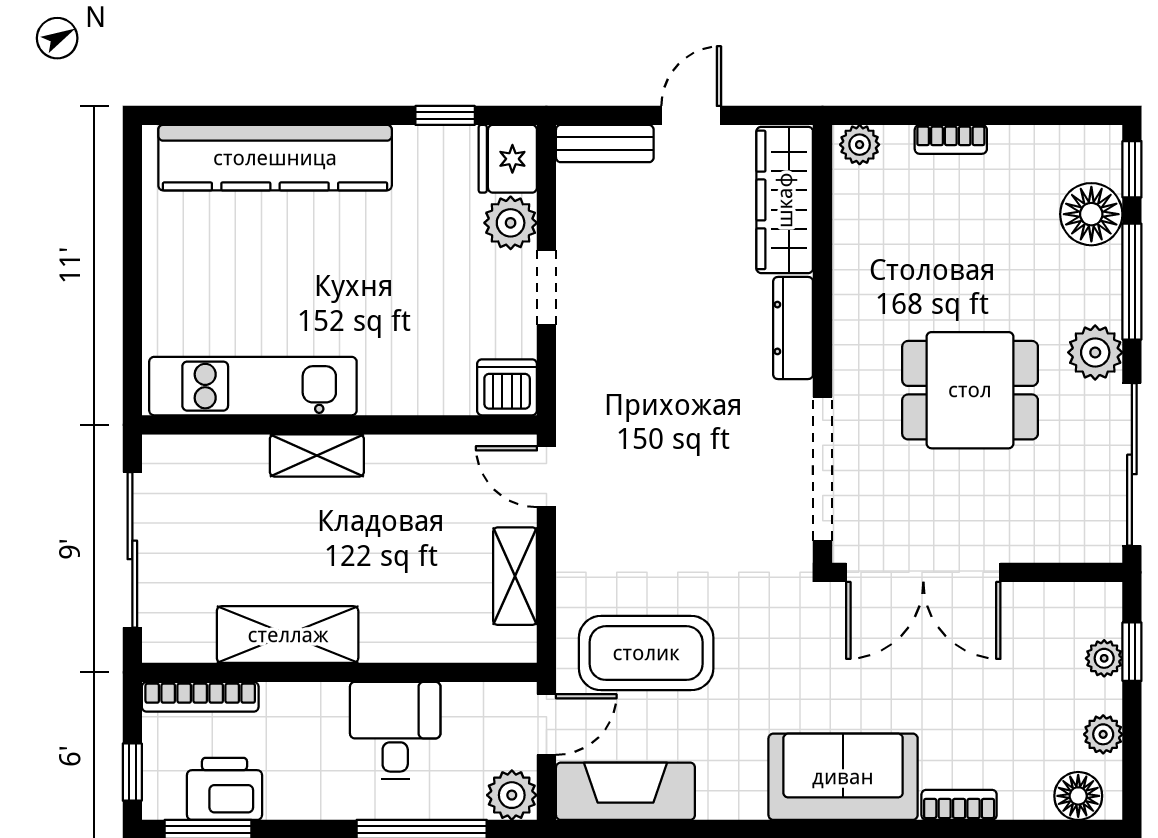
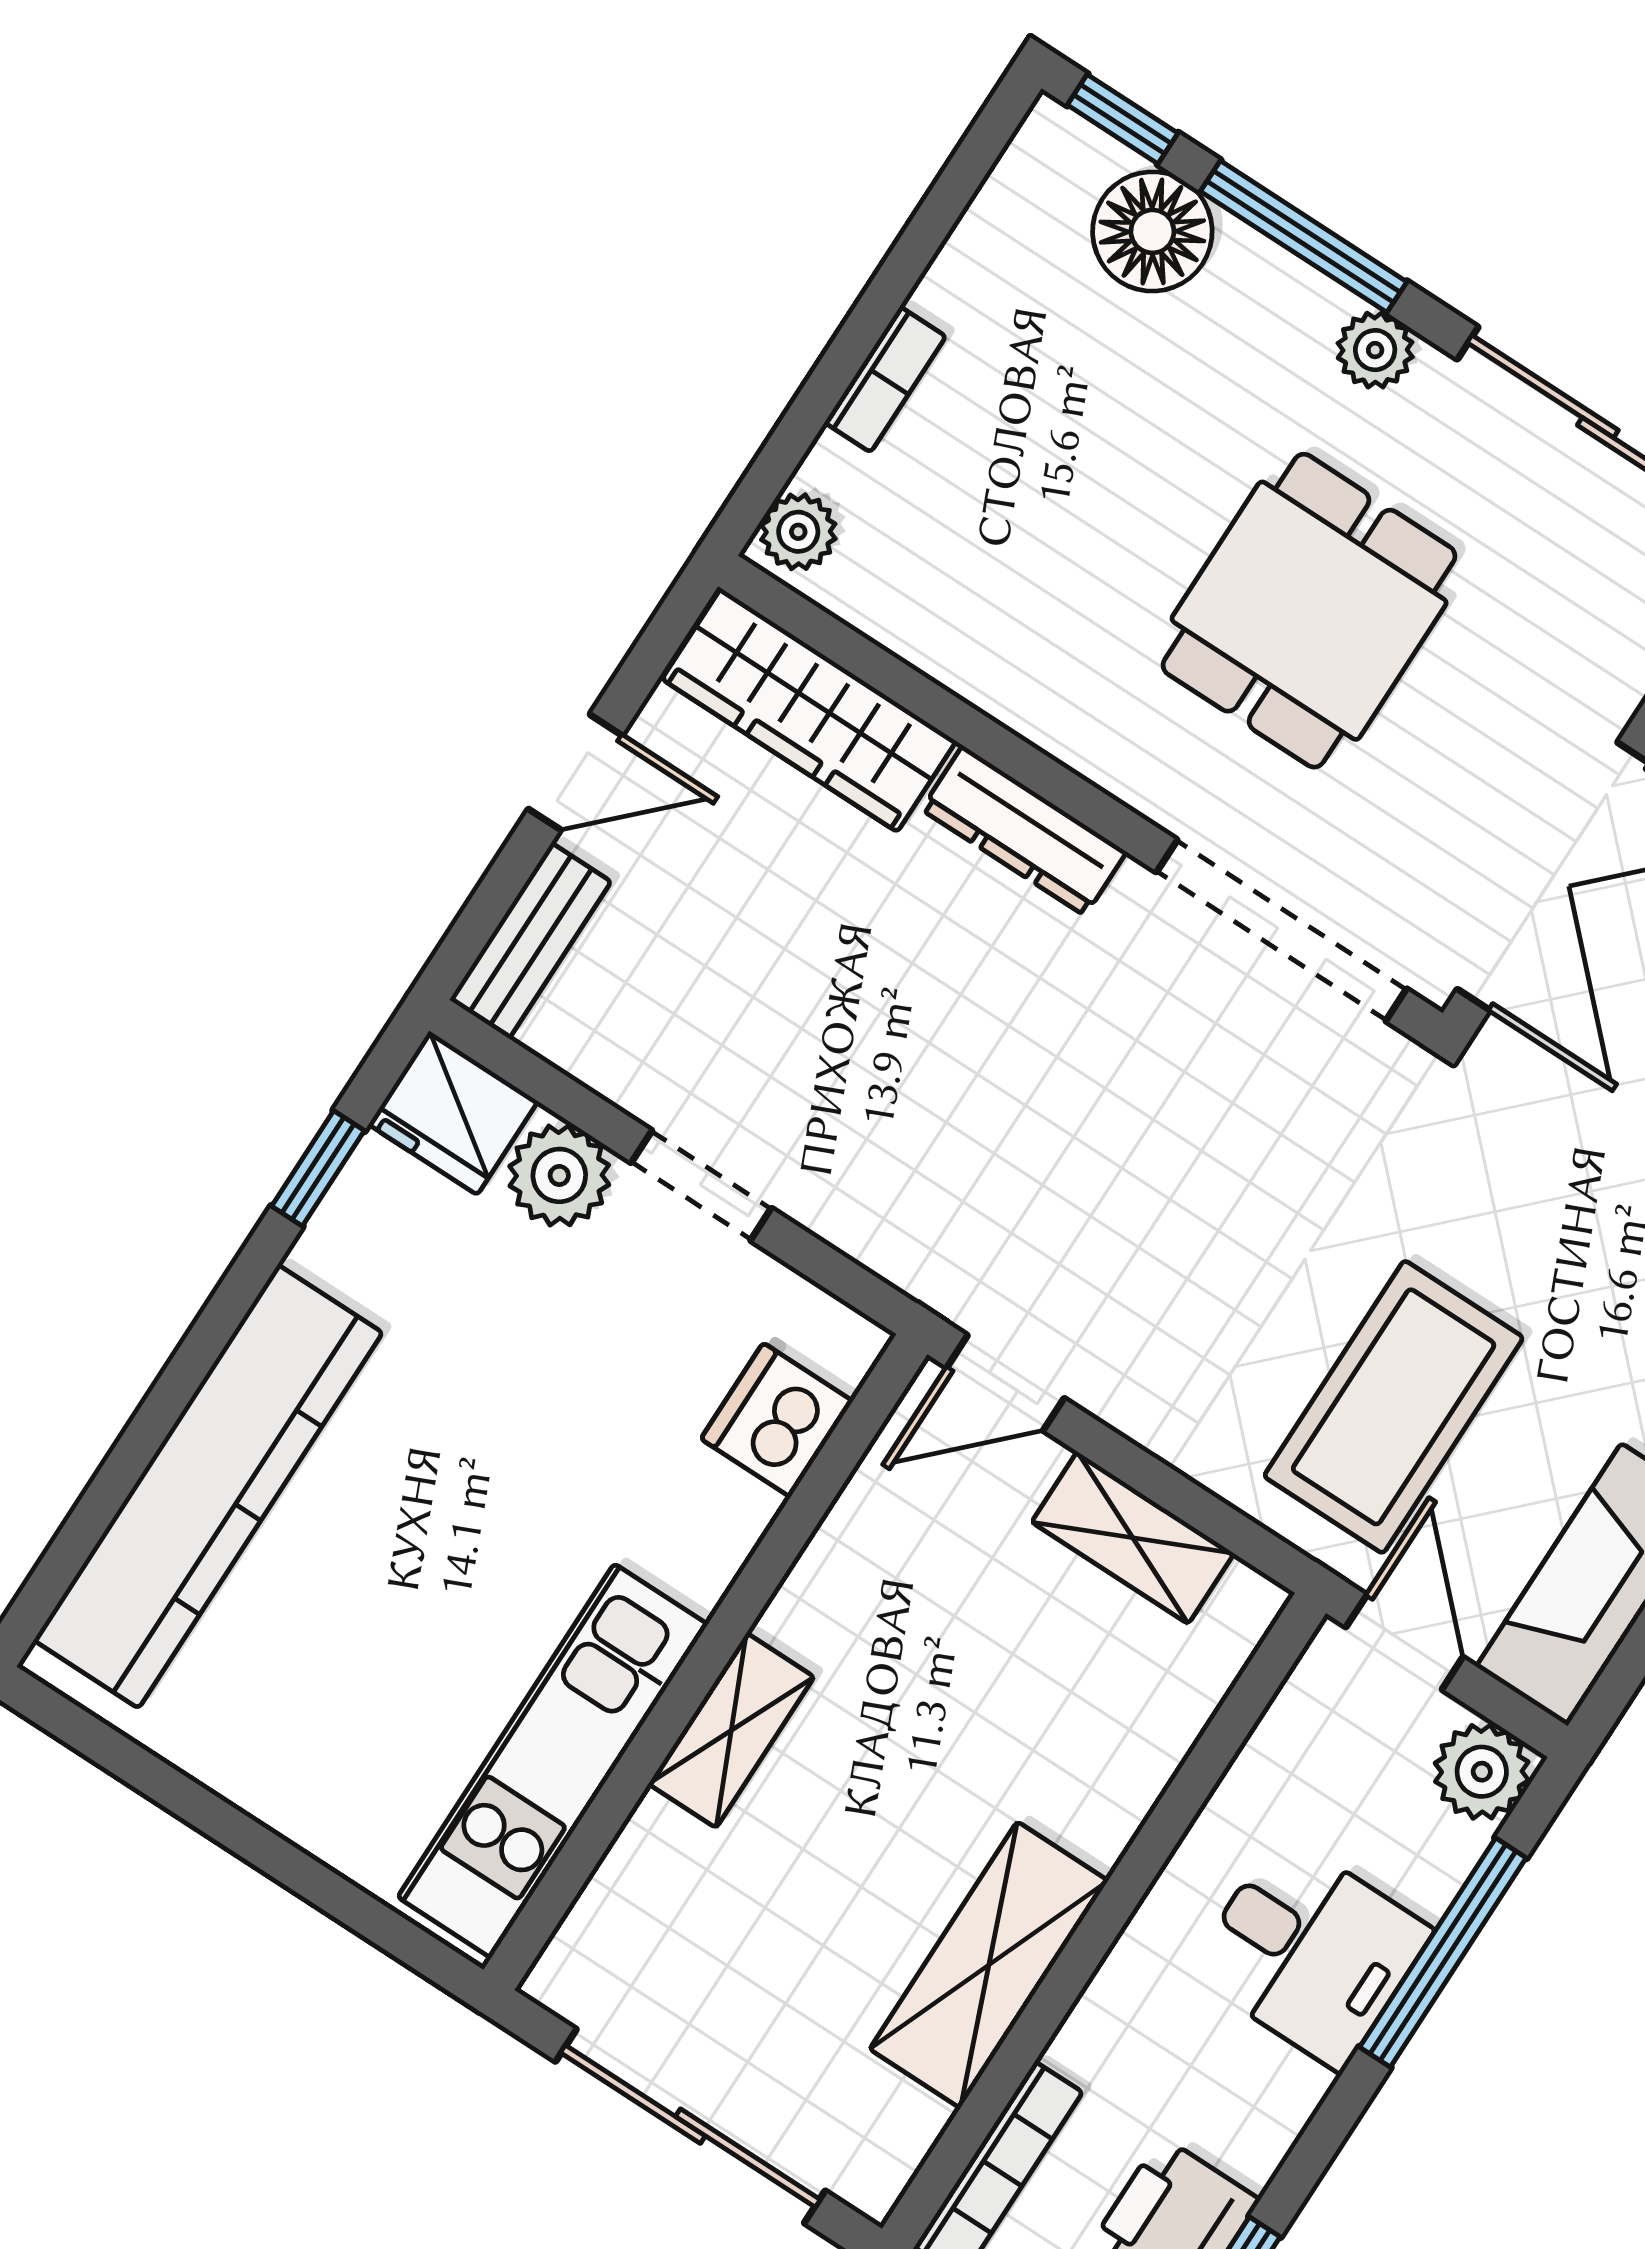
door: (691, 115) -> (575, 772), swing flipped
plant: (1095, 352) -> (1375, 350), width x0.73, depth x0.73
dishwasher: (507, 387) -> (777, 1420), moved
desk: (395, 731) -> (1310, 1952), moved, turned 180

